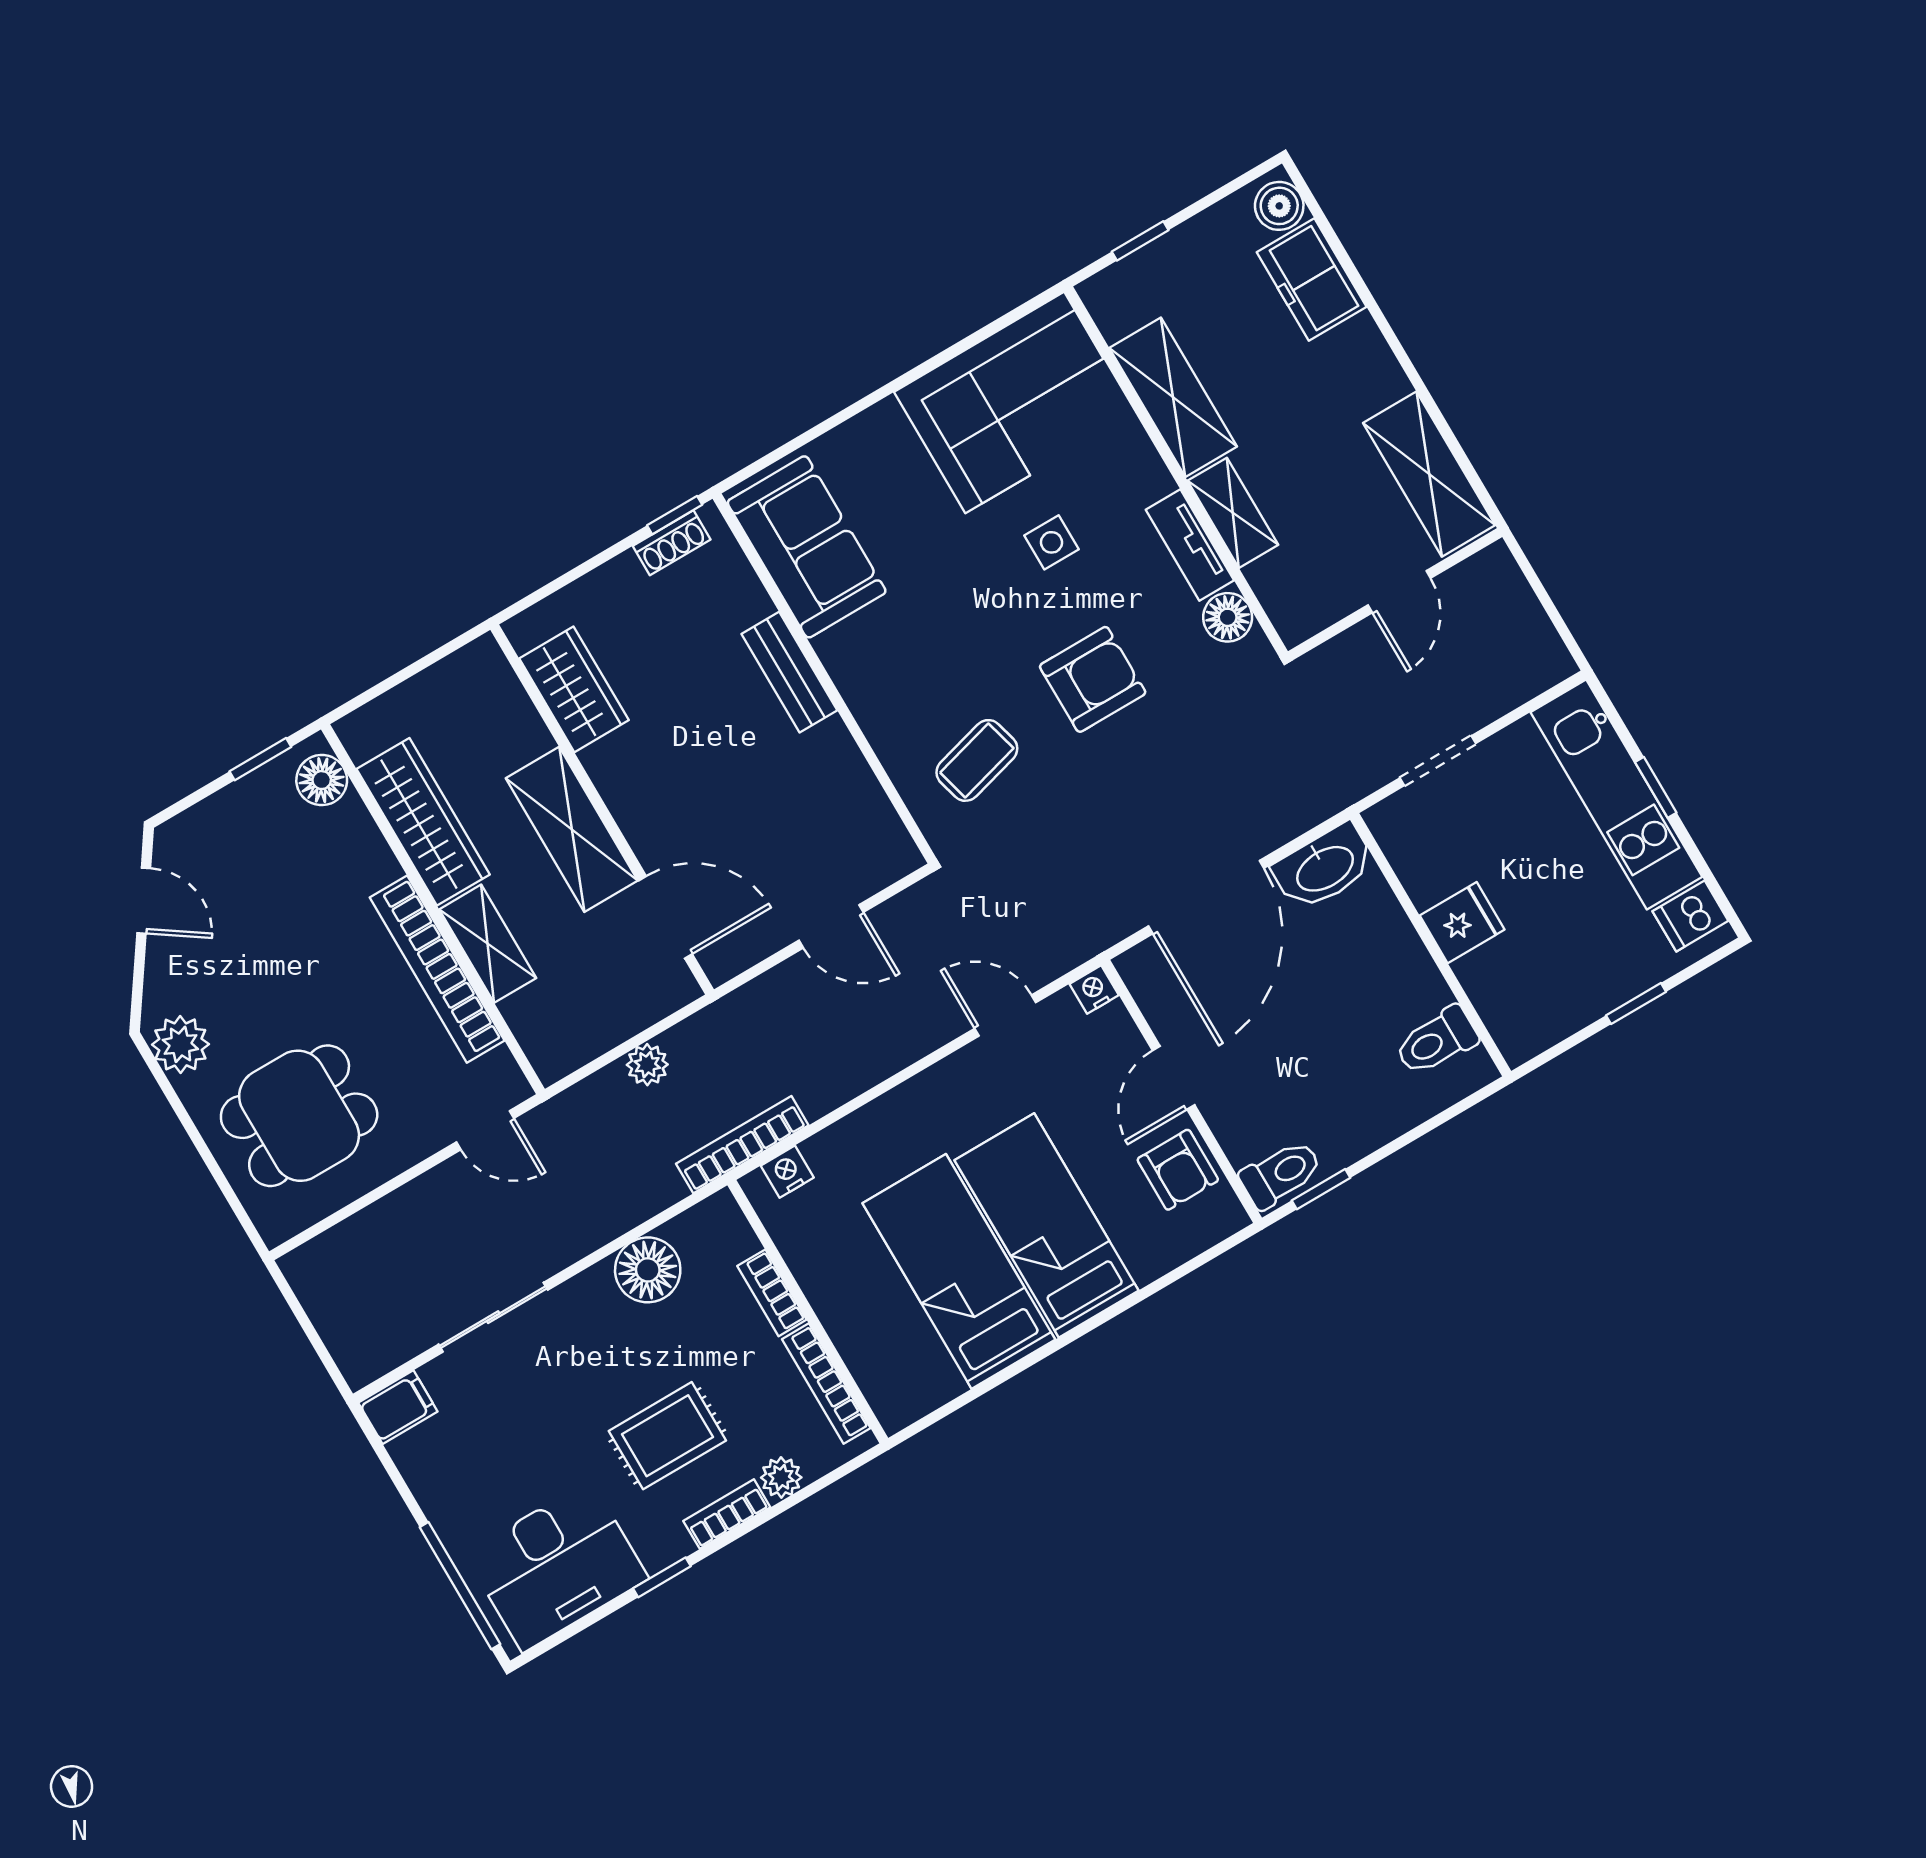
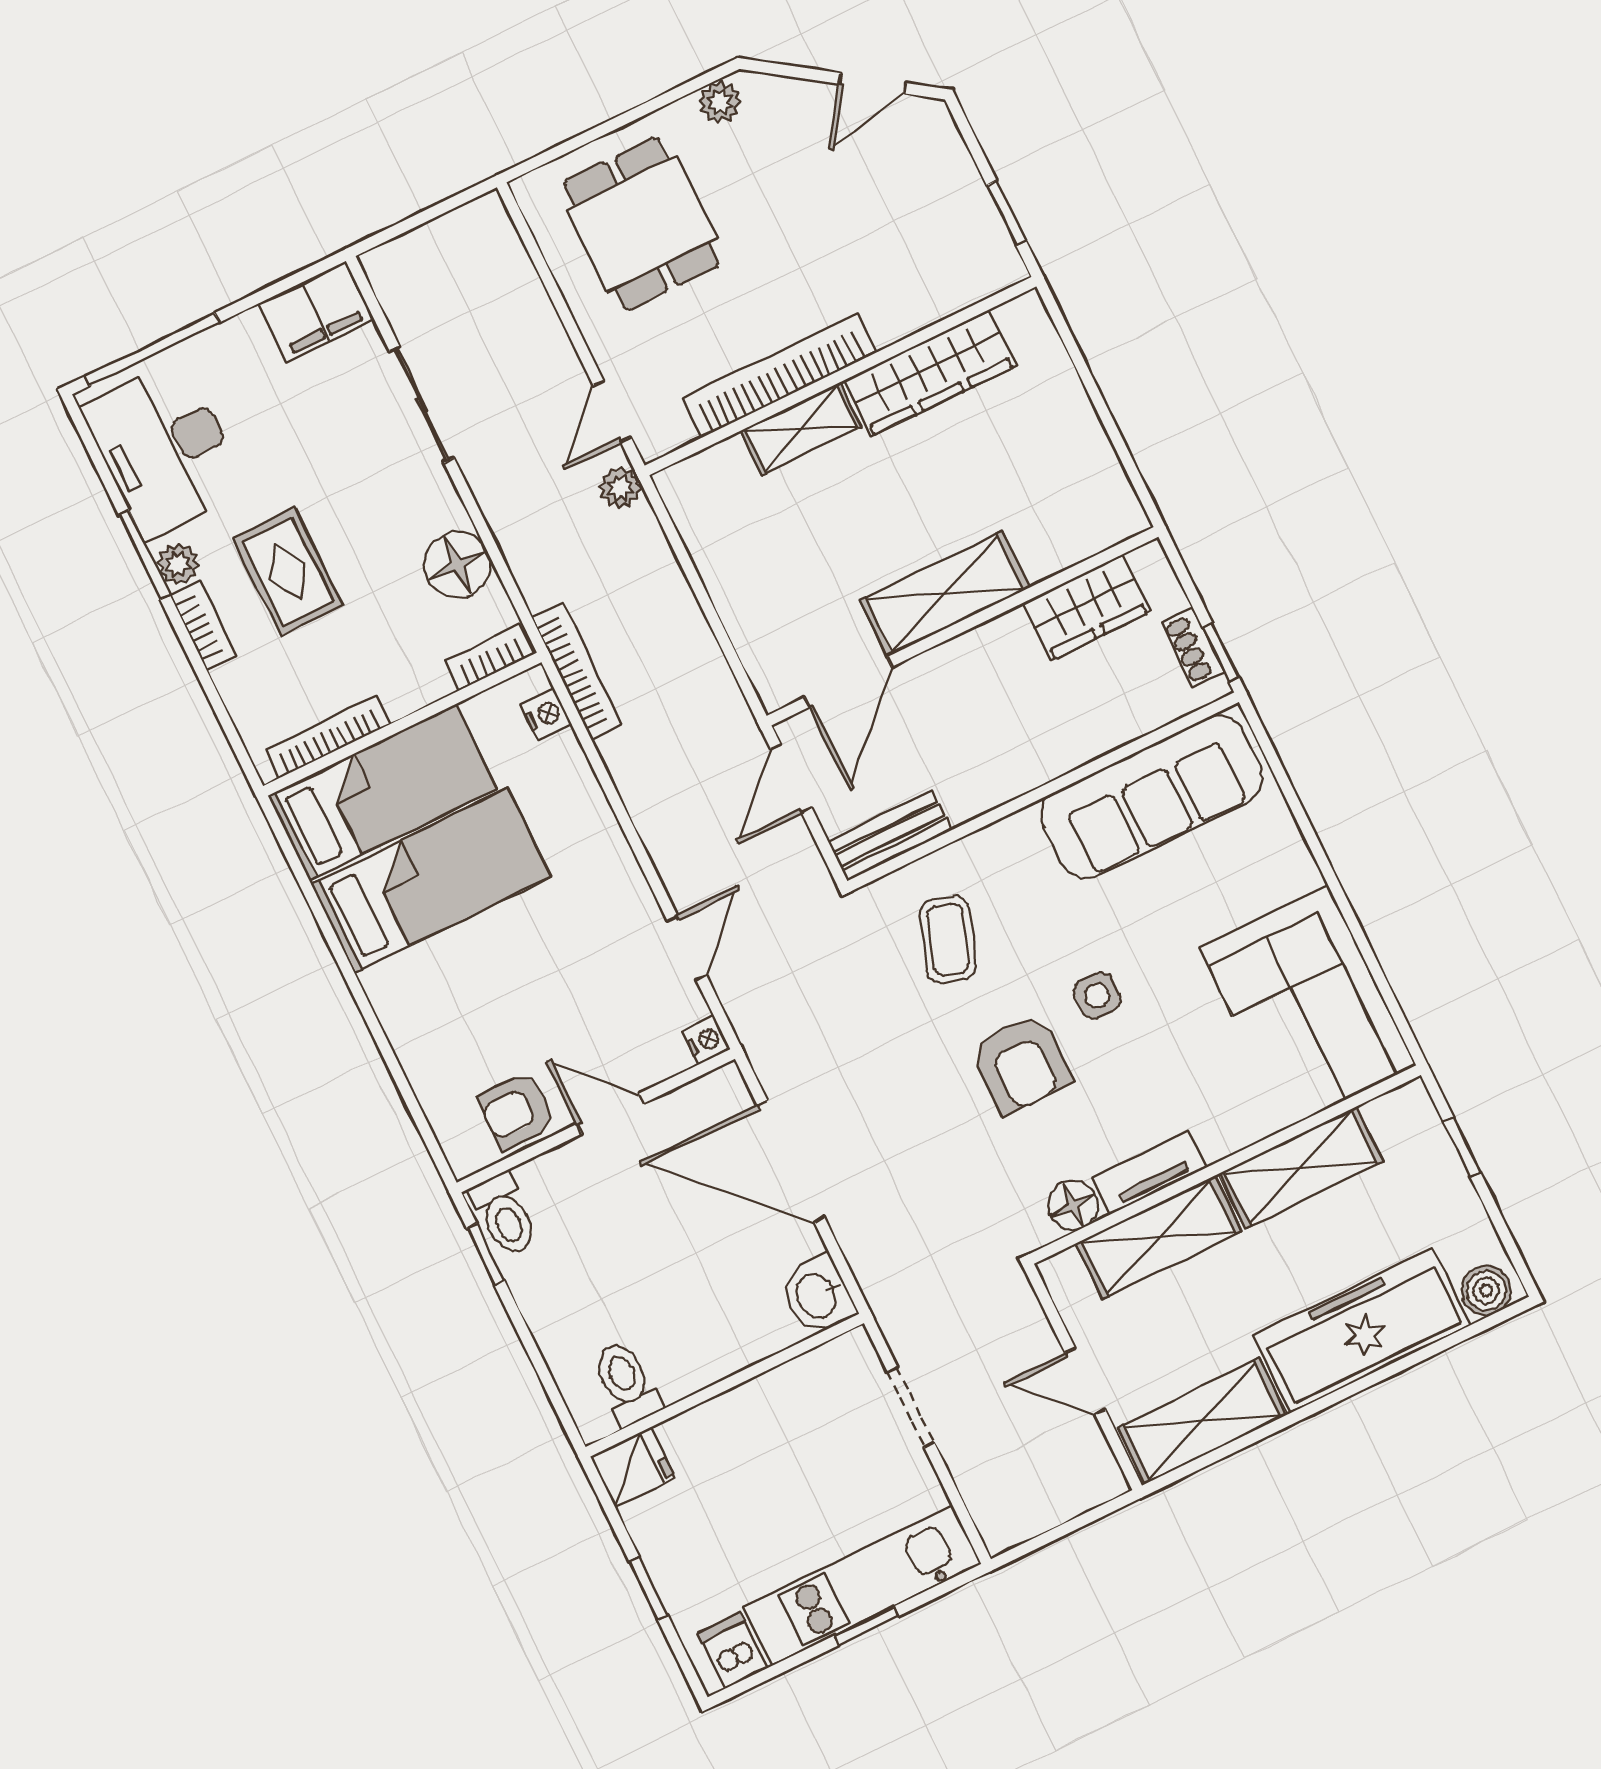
freezer: (1312, 280) -> (1362, 1330), width x1.91, depth x1.26
shelving: (1233, 513) -> (1159, 1237), width x1.50, depth x1.33
side table: (1052, 542) -> (1097, 996), moved
sofa: (807, 547) -> (1152, 797), width x1.36
bench: (789, 672) -> (890, 836), moved
wardrobe: (574, 689) -> (1087, 607), moved
coffee table: (977, 760) -> (948, 939), turned 34
floor lamp: (322, 780) -> (980, 273), removed
wall: (602, 810) -> (962, 626), moved
shelving: (572, 829) -> (945, 594), moved
washbasin: (1324, 867) -> (818, 1295), width x0.72
door: (666, 917) -> (848, 682), moved
fridge: (1462, 923) -> (633, 1467), moved, turned -90
plant: (180, 1044) -> (720, 102), width x0.73, depth x0.73
plant: (647, 1065) -> (620, 488), moved
bed: (1047, 1225) -> (382, 792), moved
bookcase: (772, 1293) -> (489, 657), moved
filing cabinet: (398, 1407) -> (316, 311), width x2.00
plant: (781, 1477) -> (178, 564), moved
window: (662, 1577) -> (144, 555), width x1.50

